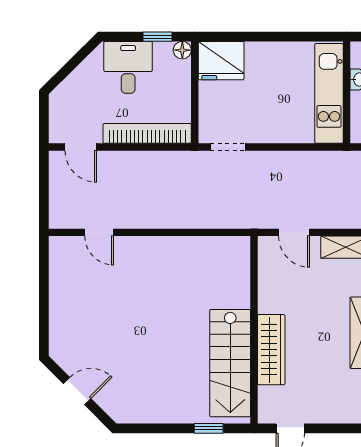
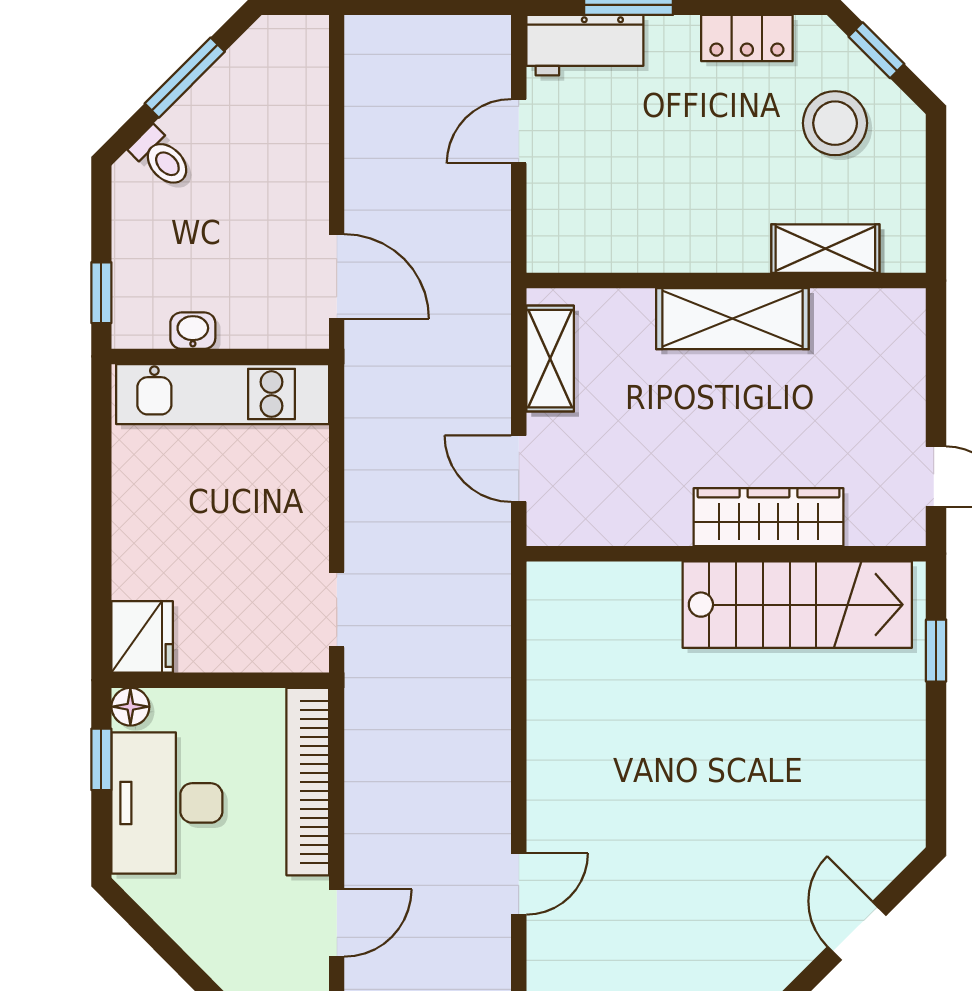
fridge: (221, 61) -> (142, 637), width x0.73, depth x0.75
desk: (128, 67) -> (167, 803), width x1.37
door: (294, 232) -> (519, 469), swing flipped

